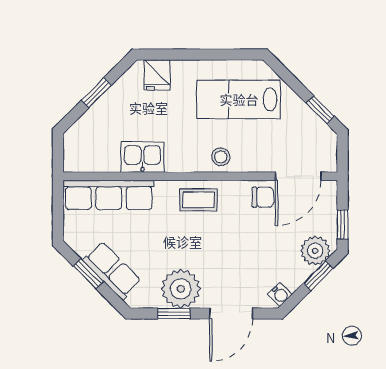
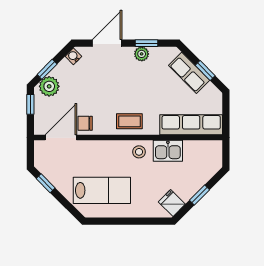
fridge: (157, 75) -> (172, 203), moved, turned -45
stool: (221, 157) -> (139, 152), moved
plant: (181, 289) -> (142, 54), width x0.53, depth x0.53

